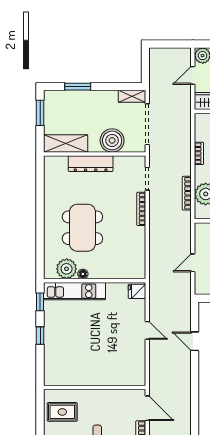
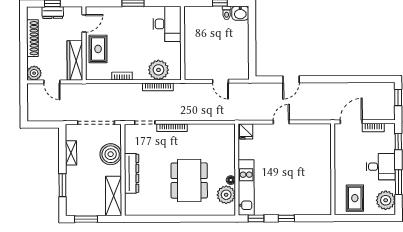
shelving: (132, 96) -> (71, 153), moved
dining table: (82, 228) -> (189, 181), turned 90

